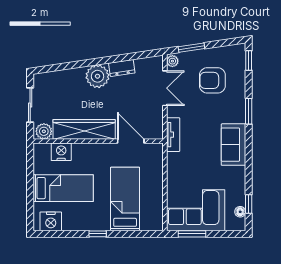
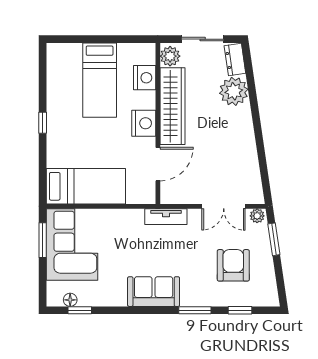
window: (249, 60) -> (240, 310), moved
dresser: (122, 68) -> (235, 60), moved
plant: (98, 76) -> (234, 91), moved
bed: (125, 199) -> (86, 186), moved
nightstand: (51, 221) -> (144, 123), moved, turned 180

